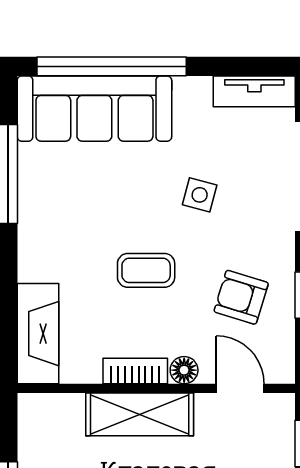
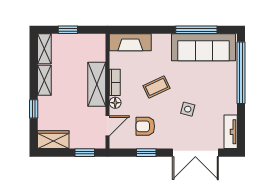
sofa: (94, 109) -> (204, 47), moved, turned -90
coffee table: (146, 270) -> (156, 87), turned 65
armchair: (241, 297) -> (145, 126), turned -107

